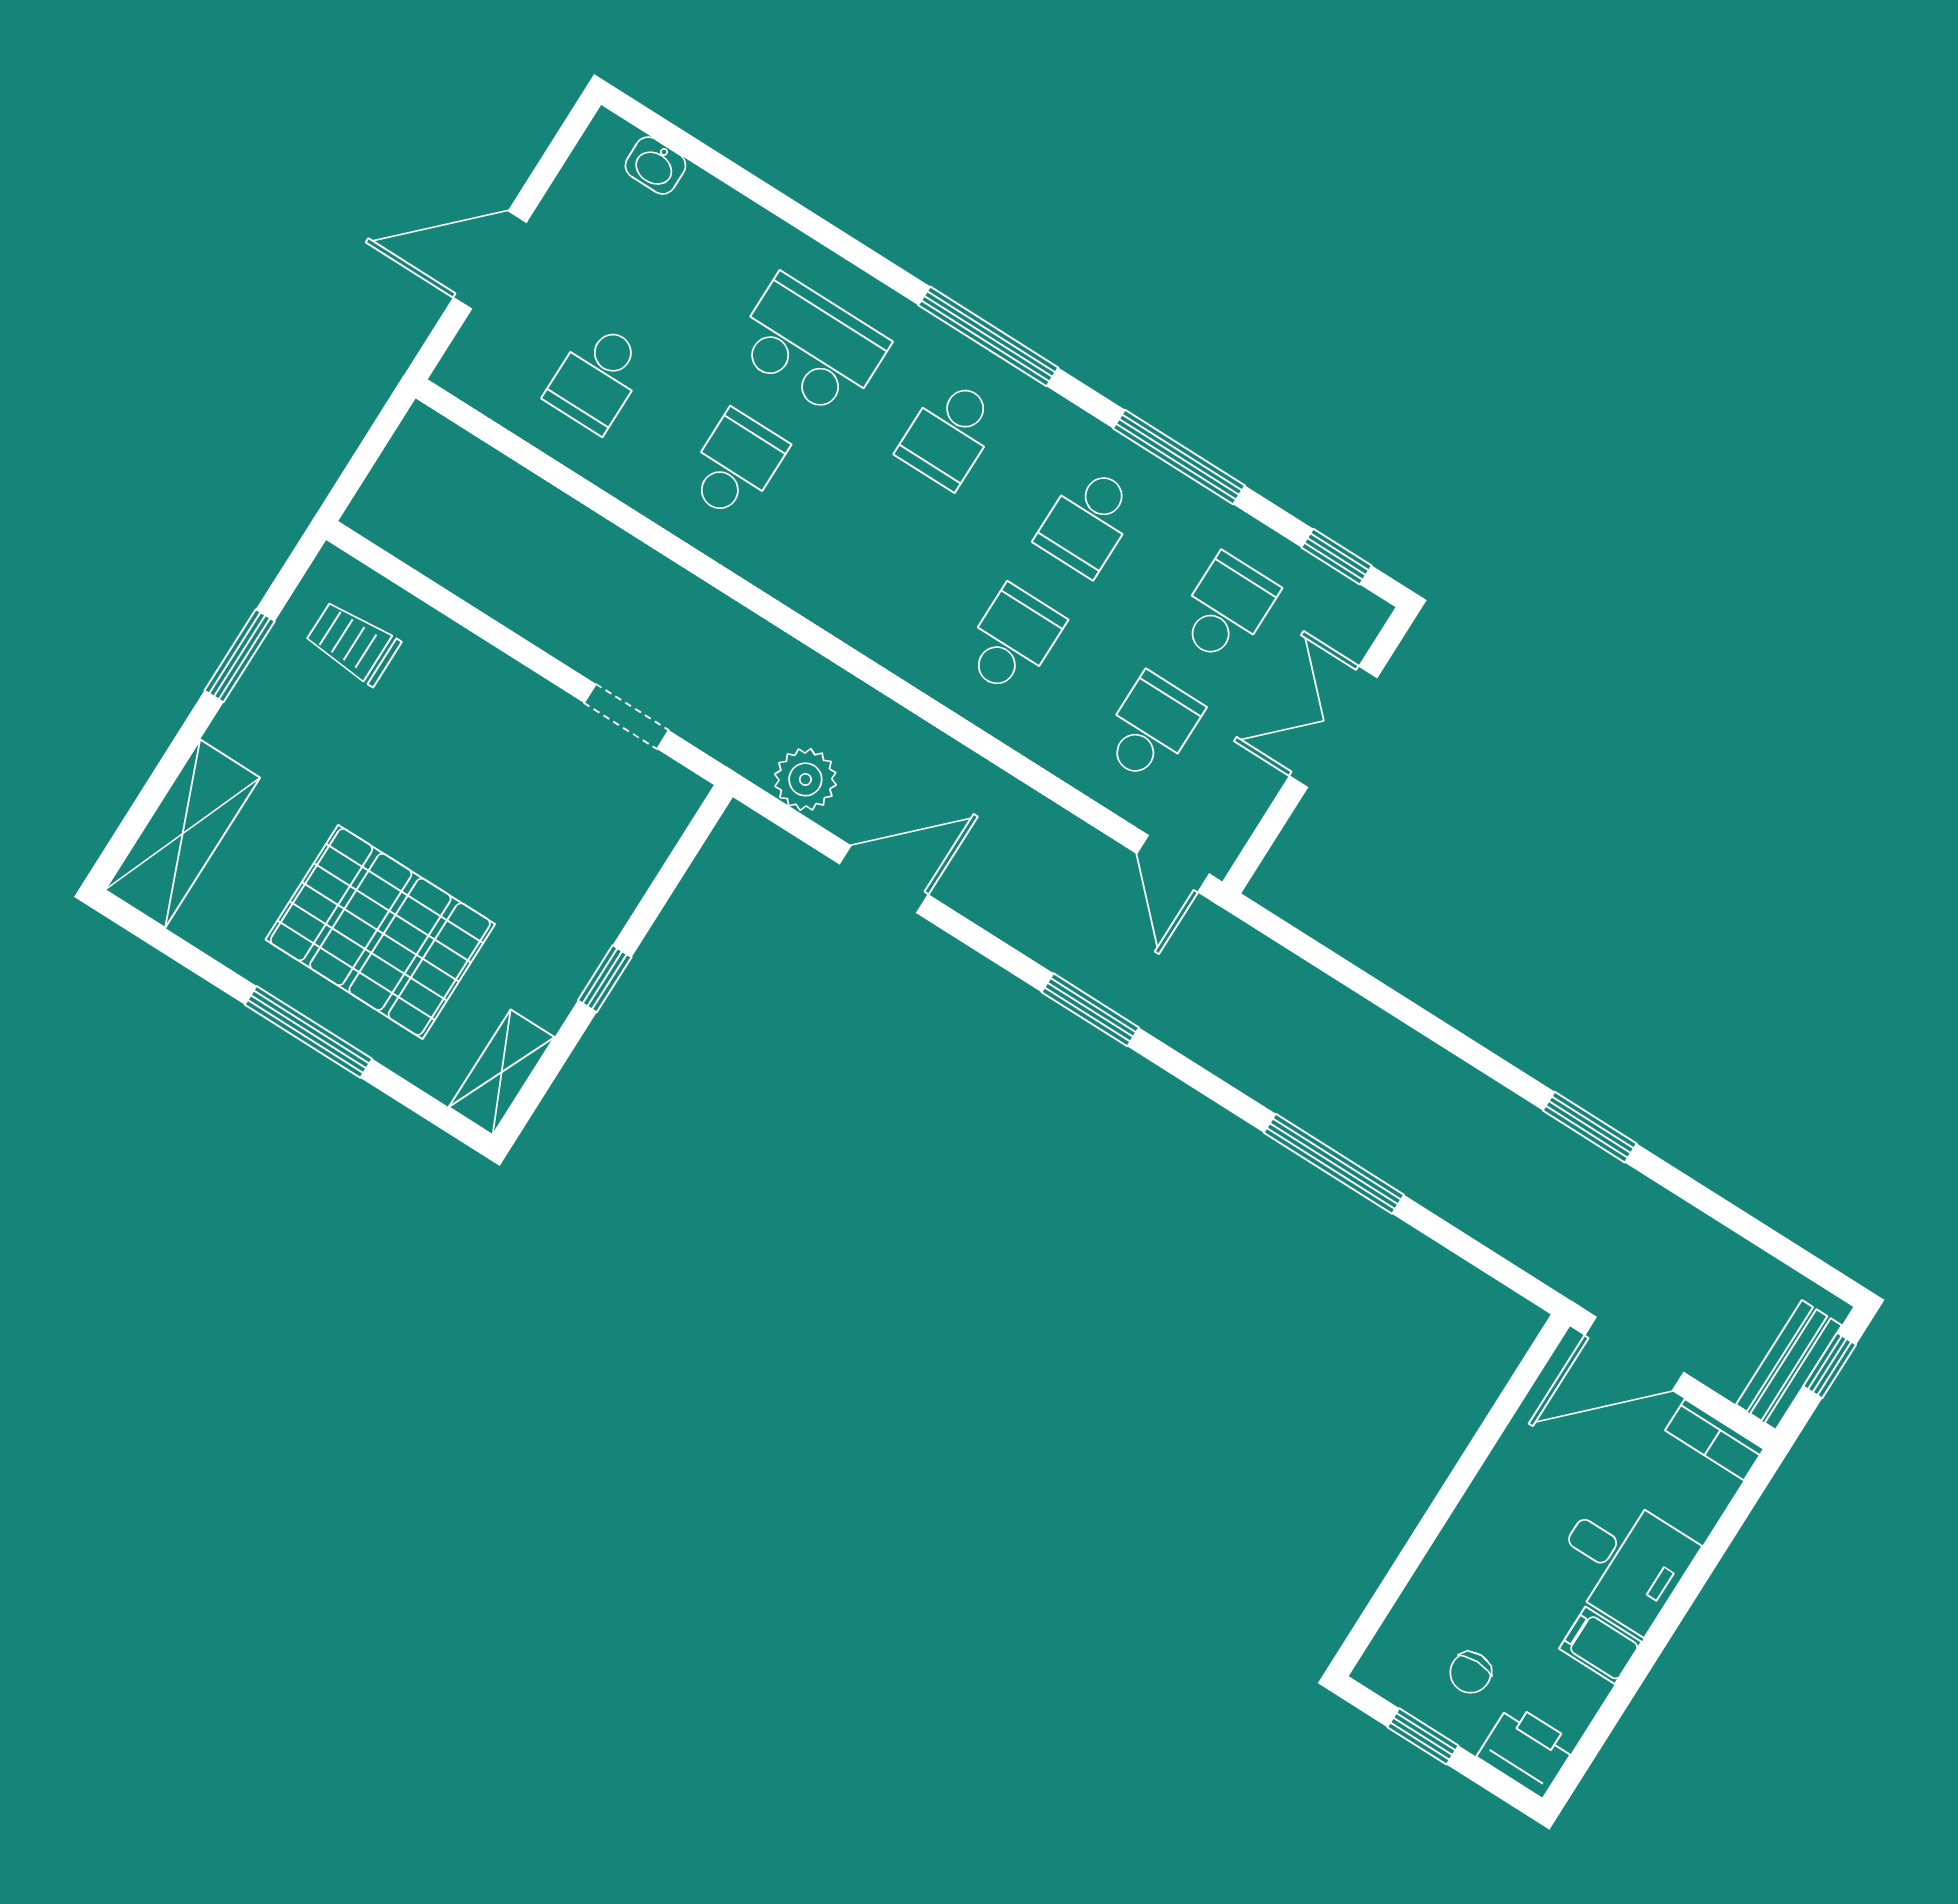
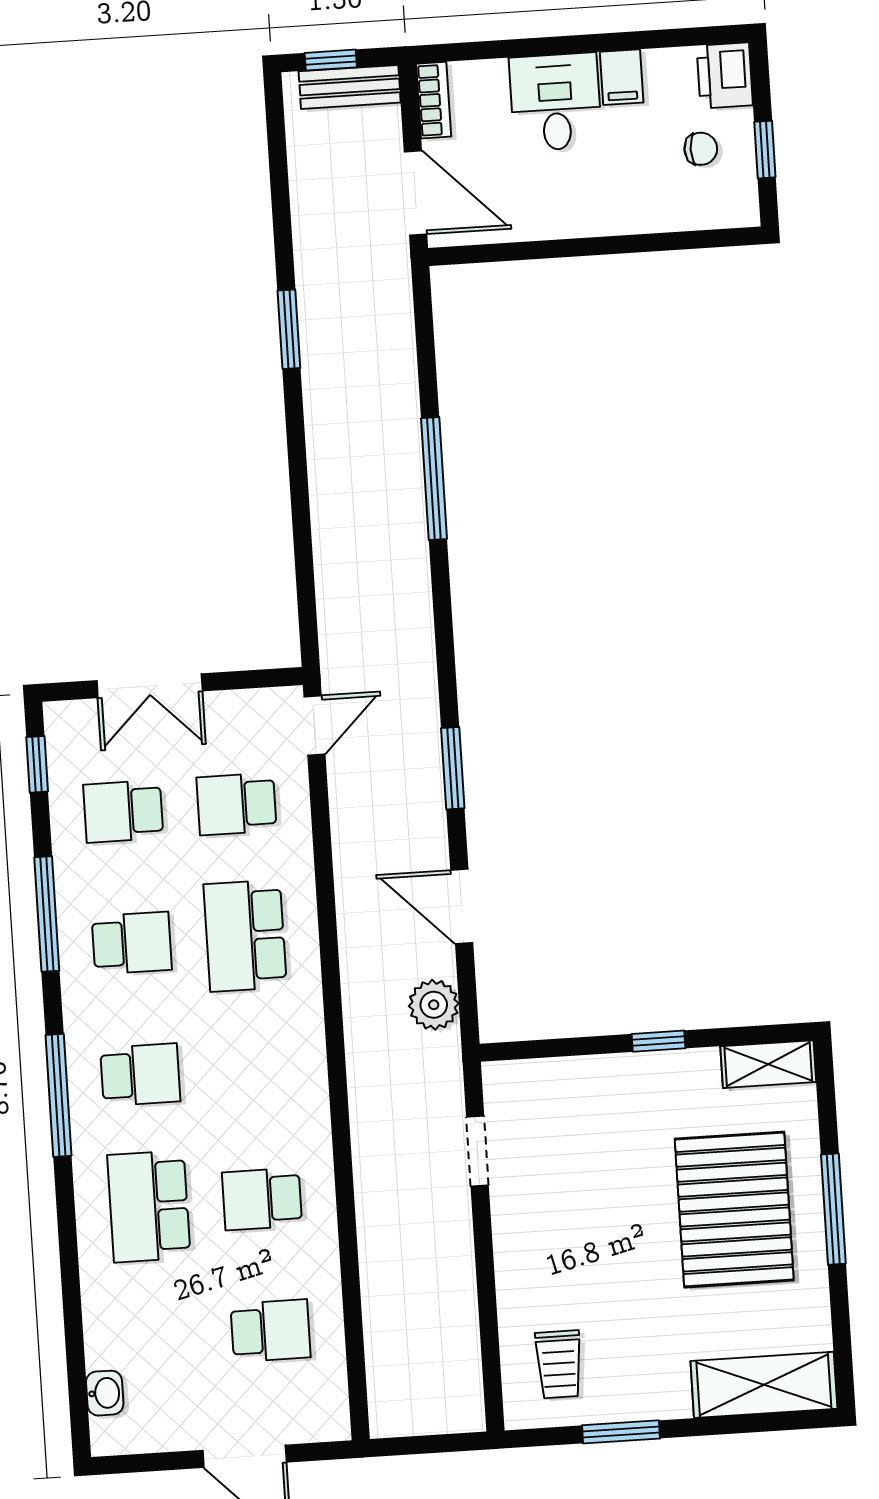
school desk: (1013, 640) -> (245, 936), width x1.85
window: (1090, 1010) -> (453, 768), moved

